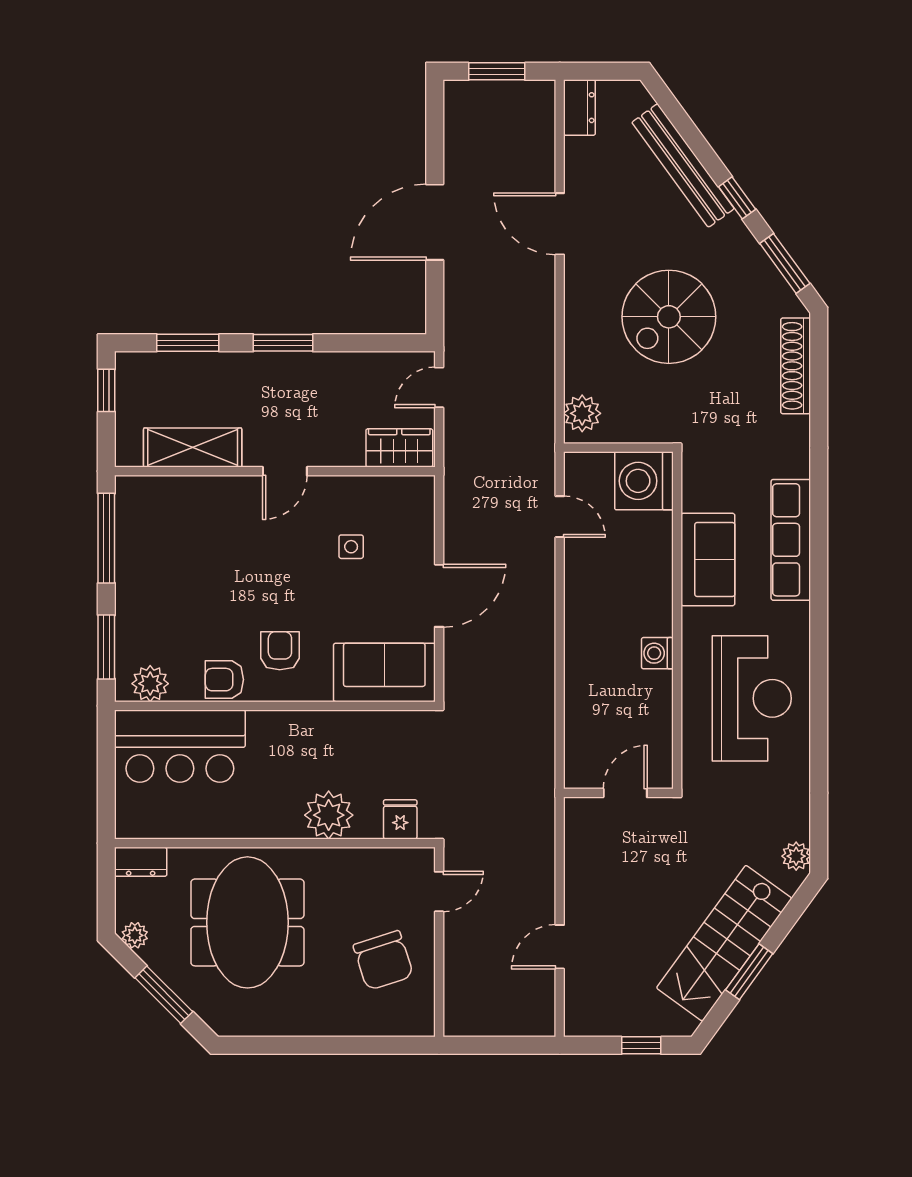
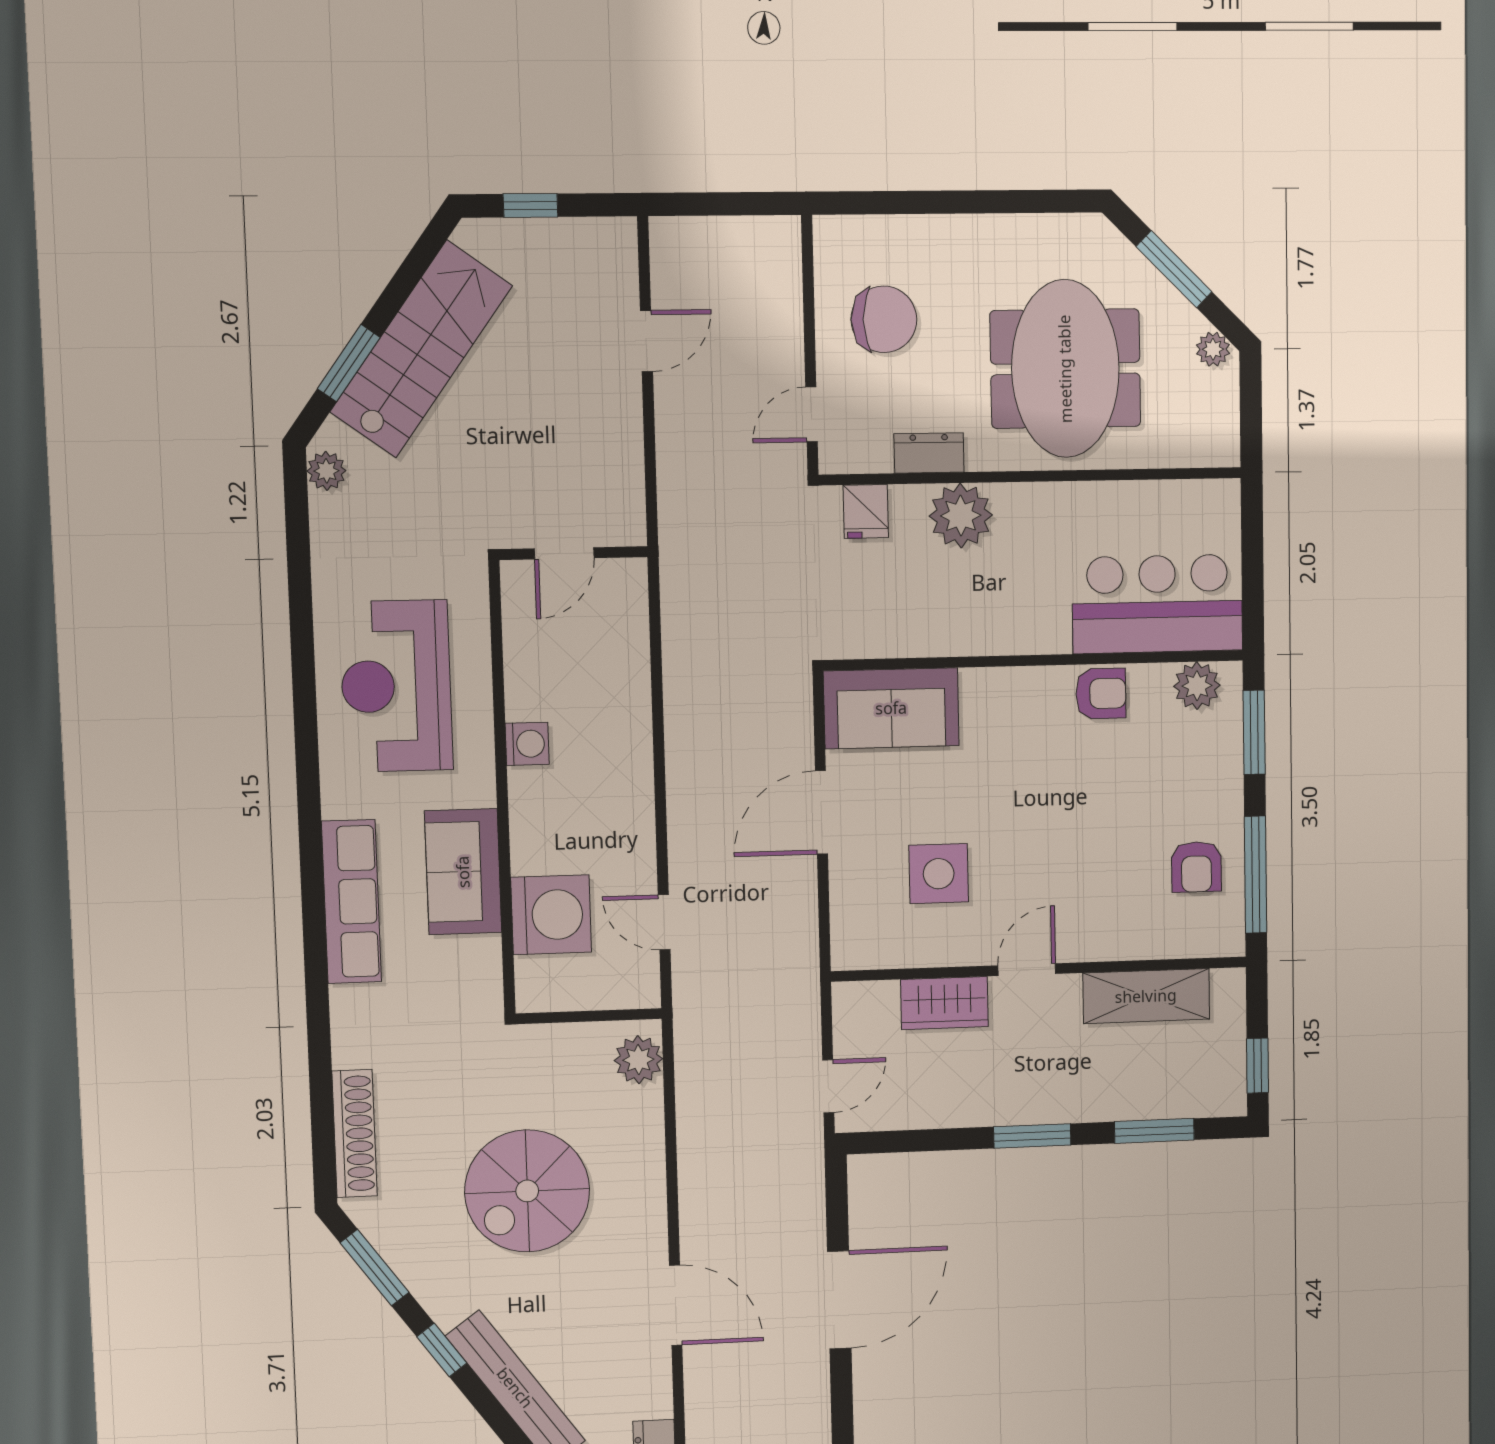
spiral stairs: (669, 317) -> (527, 1191), turned 180
wardrobe: (399, 448) -> (944, 1003), moved
washing machine: (644, 481) -> (551, 915), moved
side table: (351, 547) -> (939, 874), width x1.87, depth x1.87
armchair: (280, 651) -> (1196, 867), moved
dresser: (141, 862) -> (929, 453), moved
chair: (383, 960) -> (884, 319), turned 108
window: (749, 972) -> (349, 363), moved

